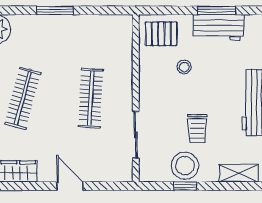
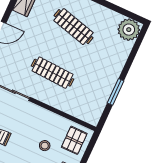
window: (55, 10) -> (116, 92), moved

